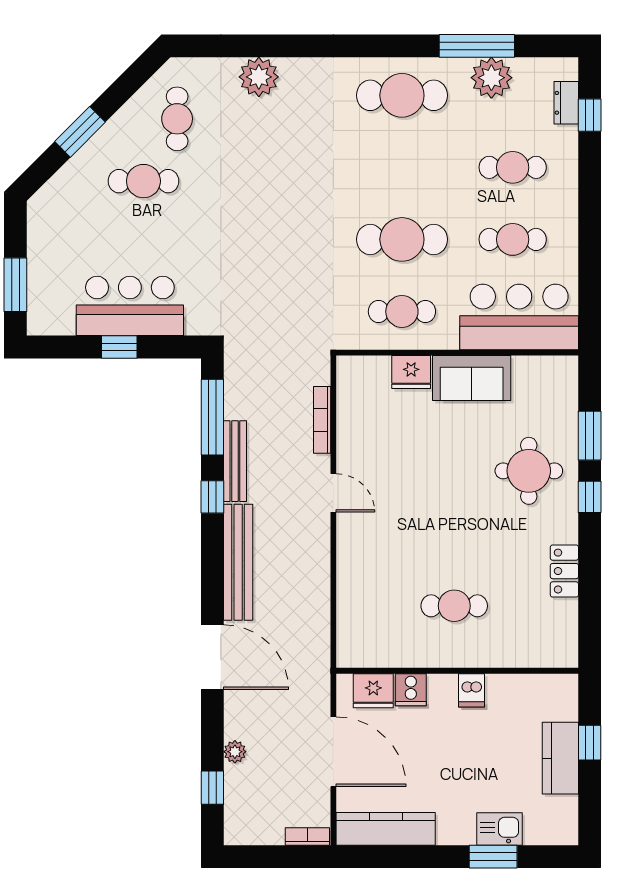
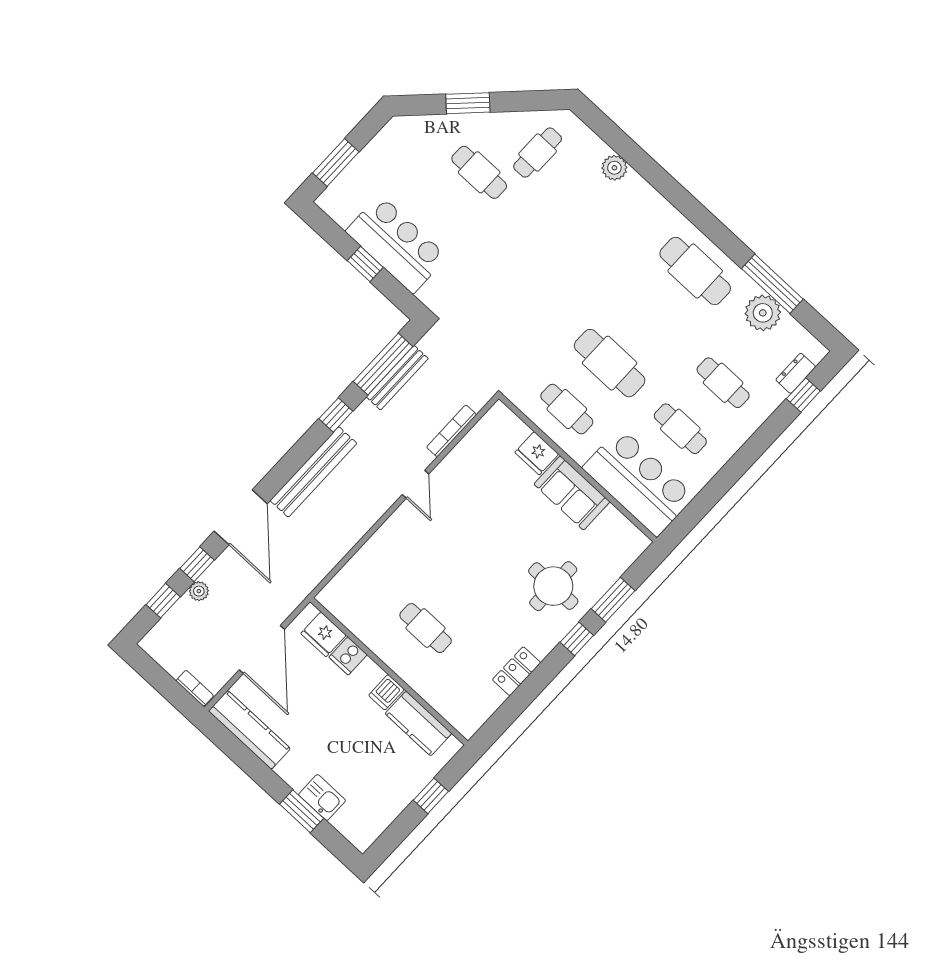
plant: (259, 77) -> (614, 168), width x0.73, depth x0.73
bench: (235, 461) -> (397, 378), moved
window: (212, 731) -> (197, 564), added
kitchen counter: (560, 758) -> (418, 723), moved, turned -90

